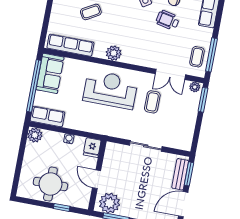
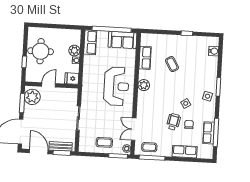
row of seats: (70, 45) -> (145, 58), width x0.68
coffee table: (152, 102) -> (104, 142), moved
plant: (35, 135) -> (74, 51), moved

